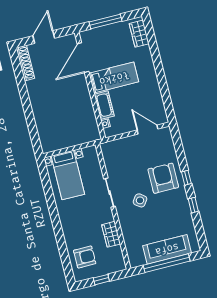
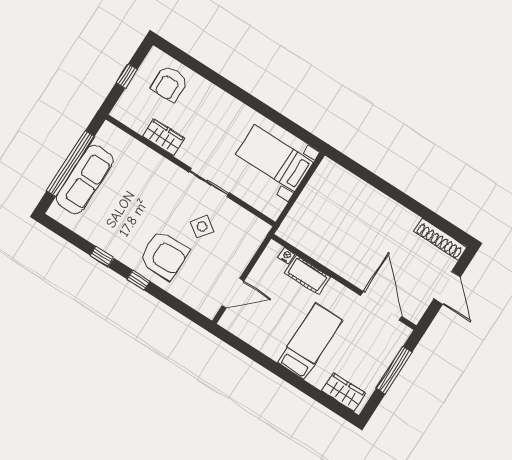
bed: (114, 78) -> (310, 341), moved, turned 180
side table: (140, 200) -> (202, 227), moved

